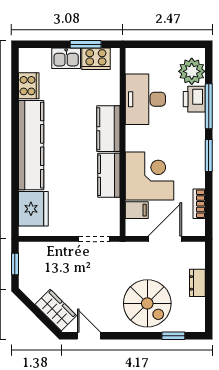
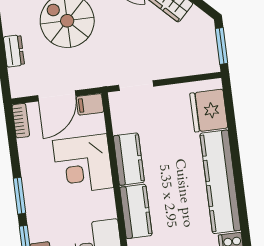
bookcase: (199, 204) -> (21, 121), moved
filing cabinet: (137, 210) -> (90, 104), moved
window: (15, 264) -> (221, 46), width x1.50

